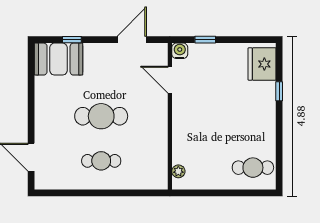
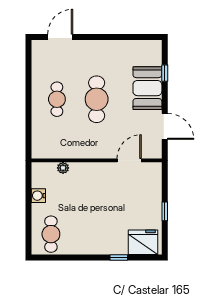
window: (205, 40) -> (165, 211), moved
water cooler: (180, 51) -> (38, 196), moved, turned 180
booth: (59, 59) -> (147, 88), moved
plant: (178, 171) -> (63, 168), moved

